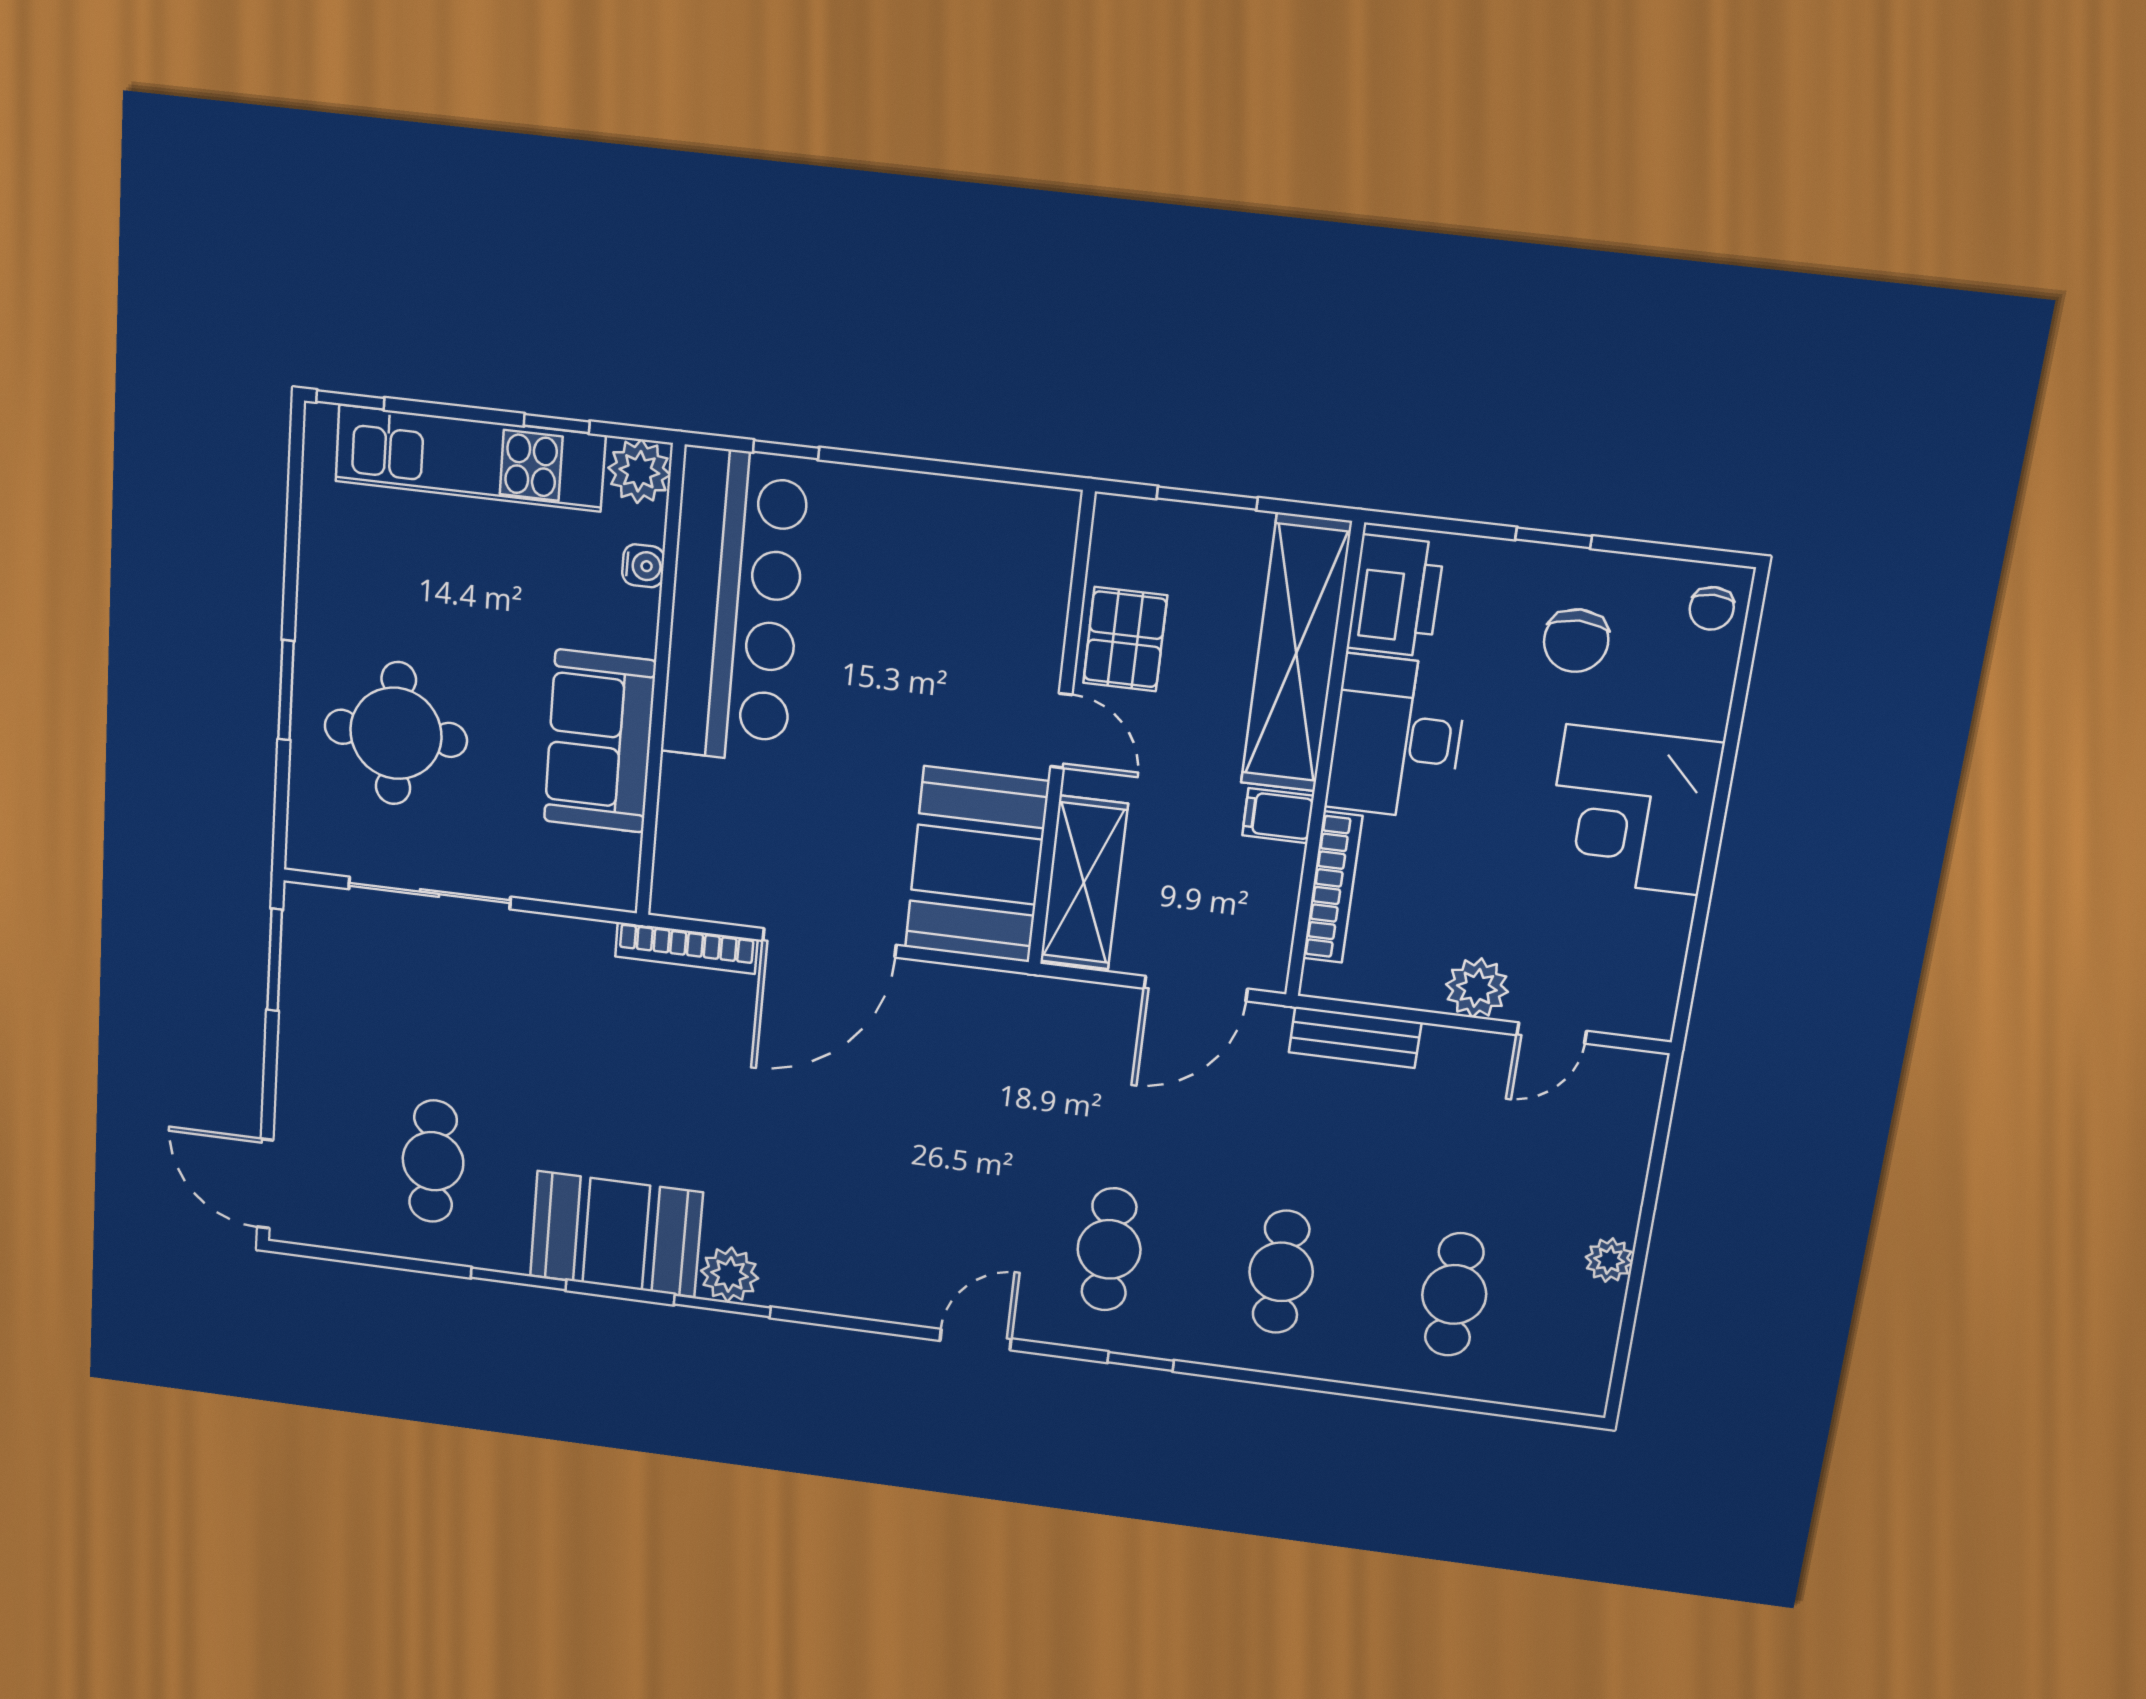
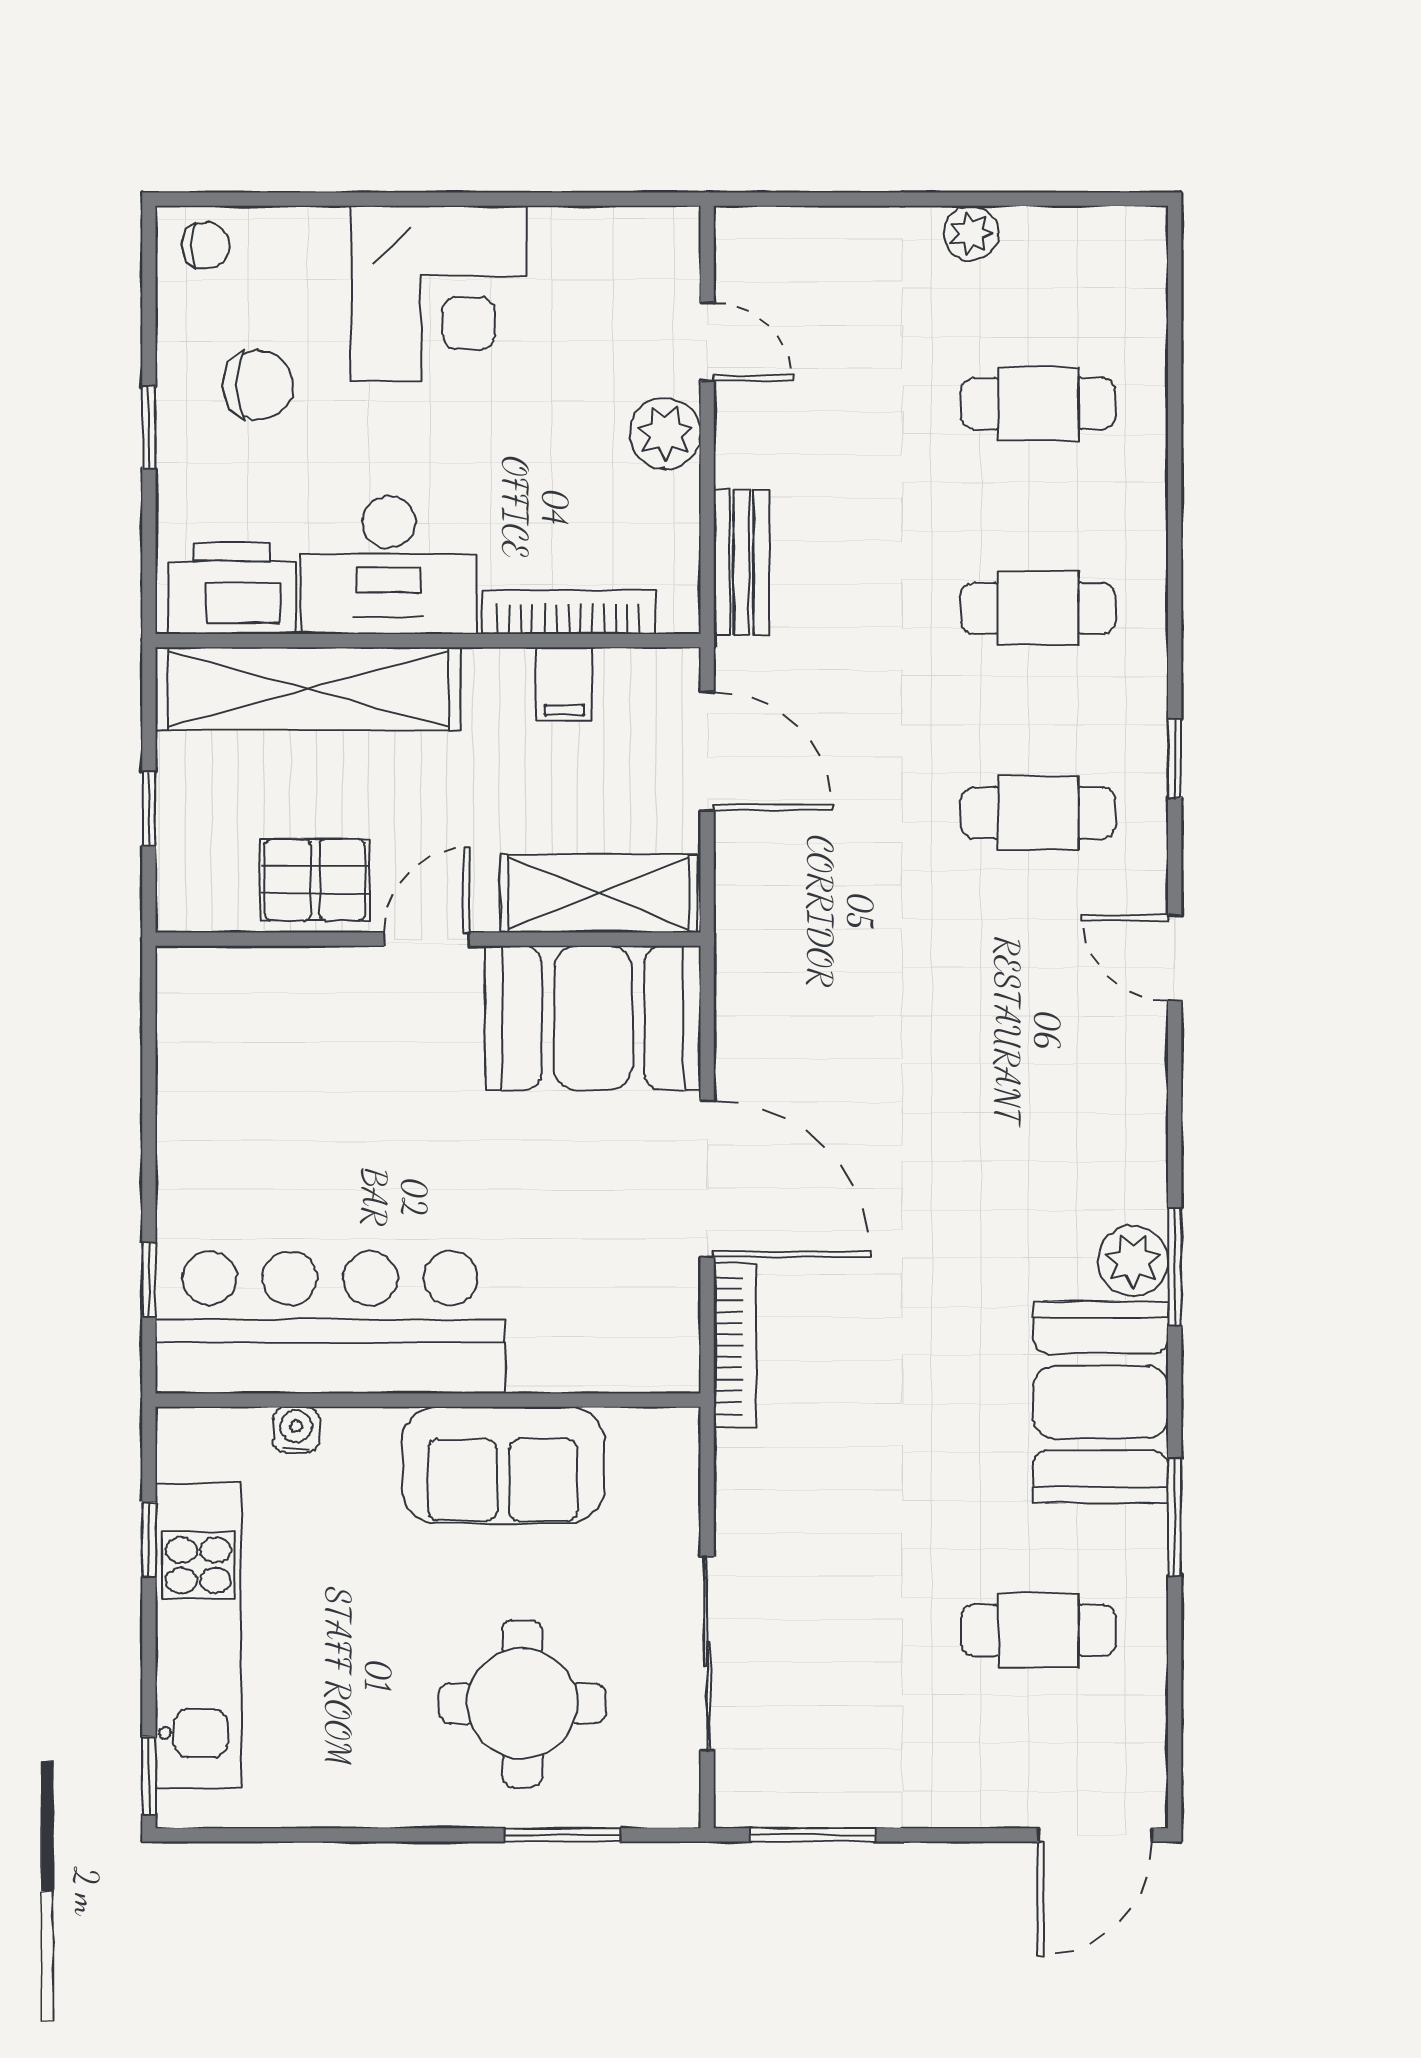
plant: (639, 471) -> (191, 1442), removed
window: (1207, 498) -> (149, 809), width x0.67
window: (286, 690) -> (562, 1835), moved
filing cabinet: (1278, 816) -> (564, 684), moved

